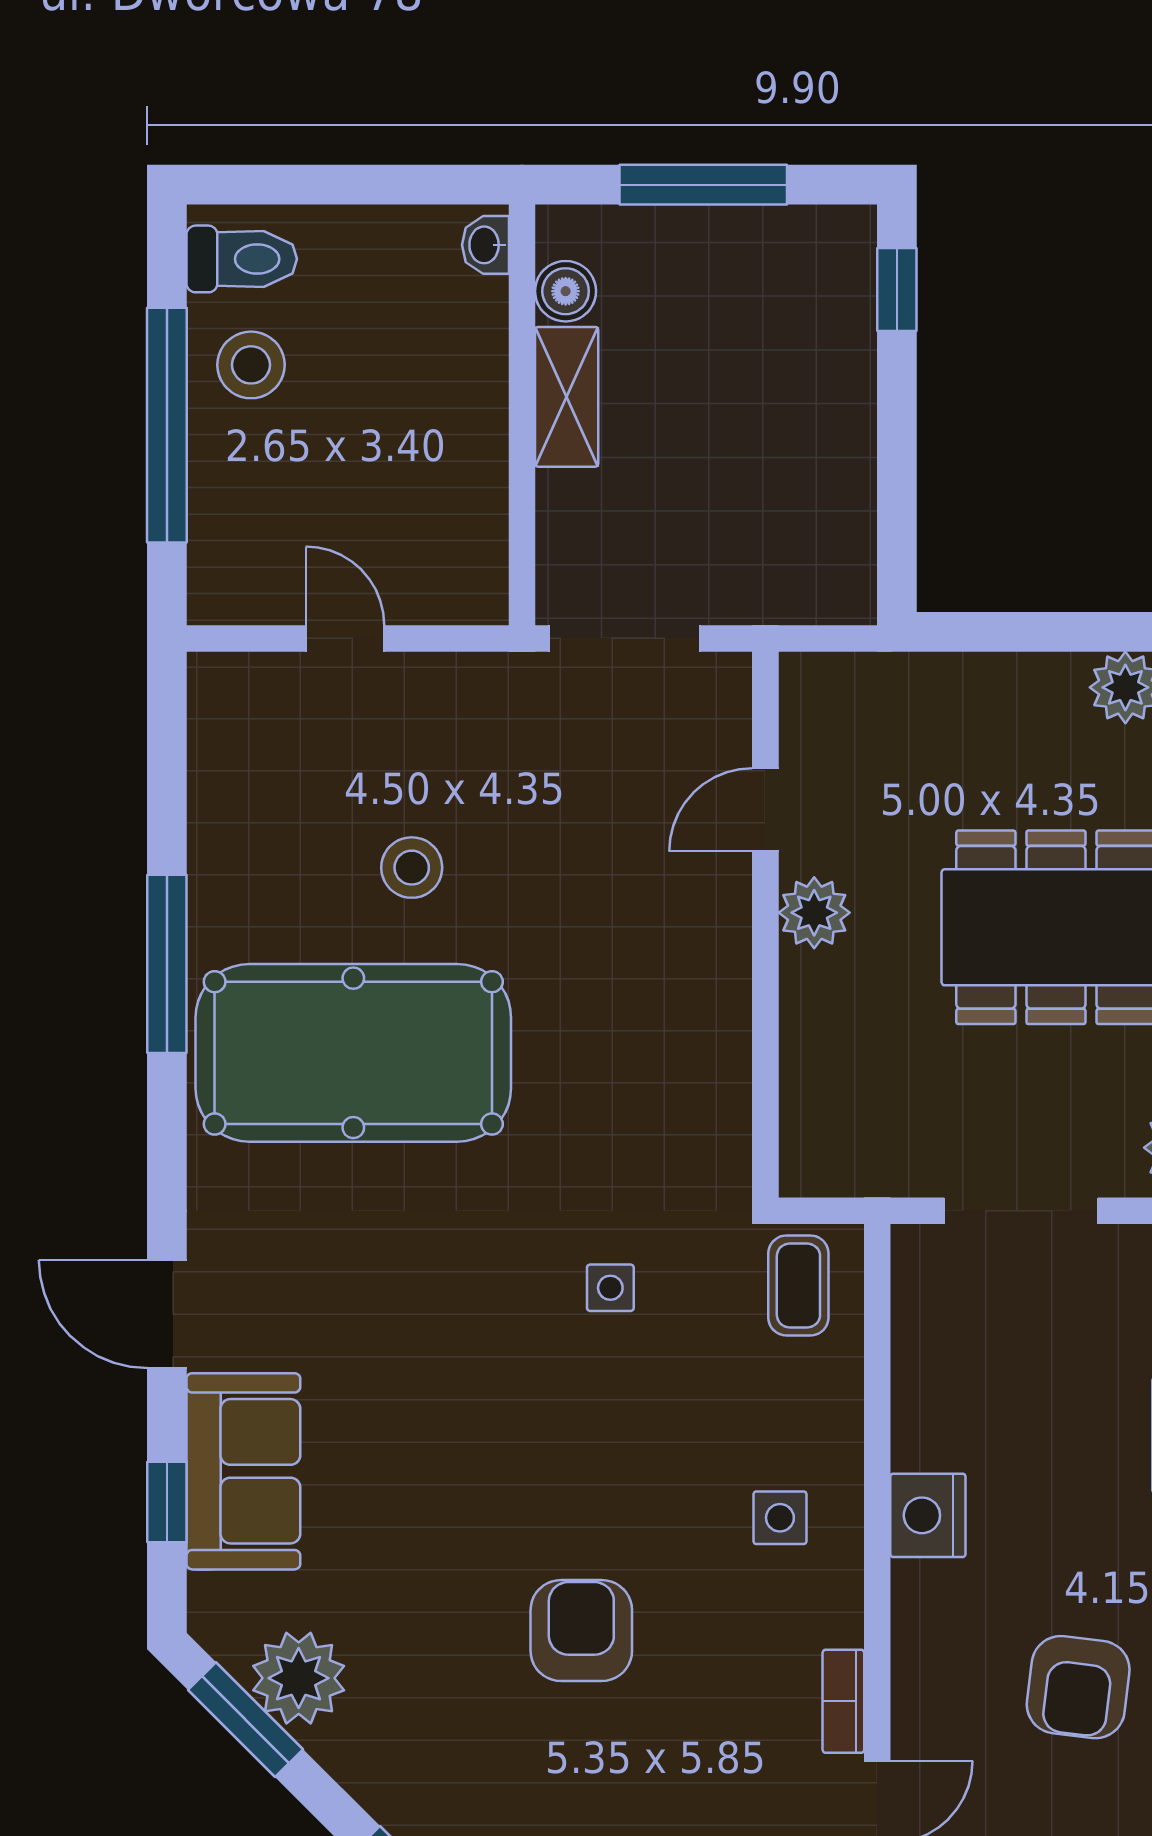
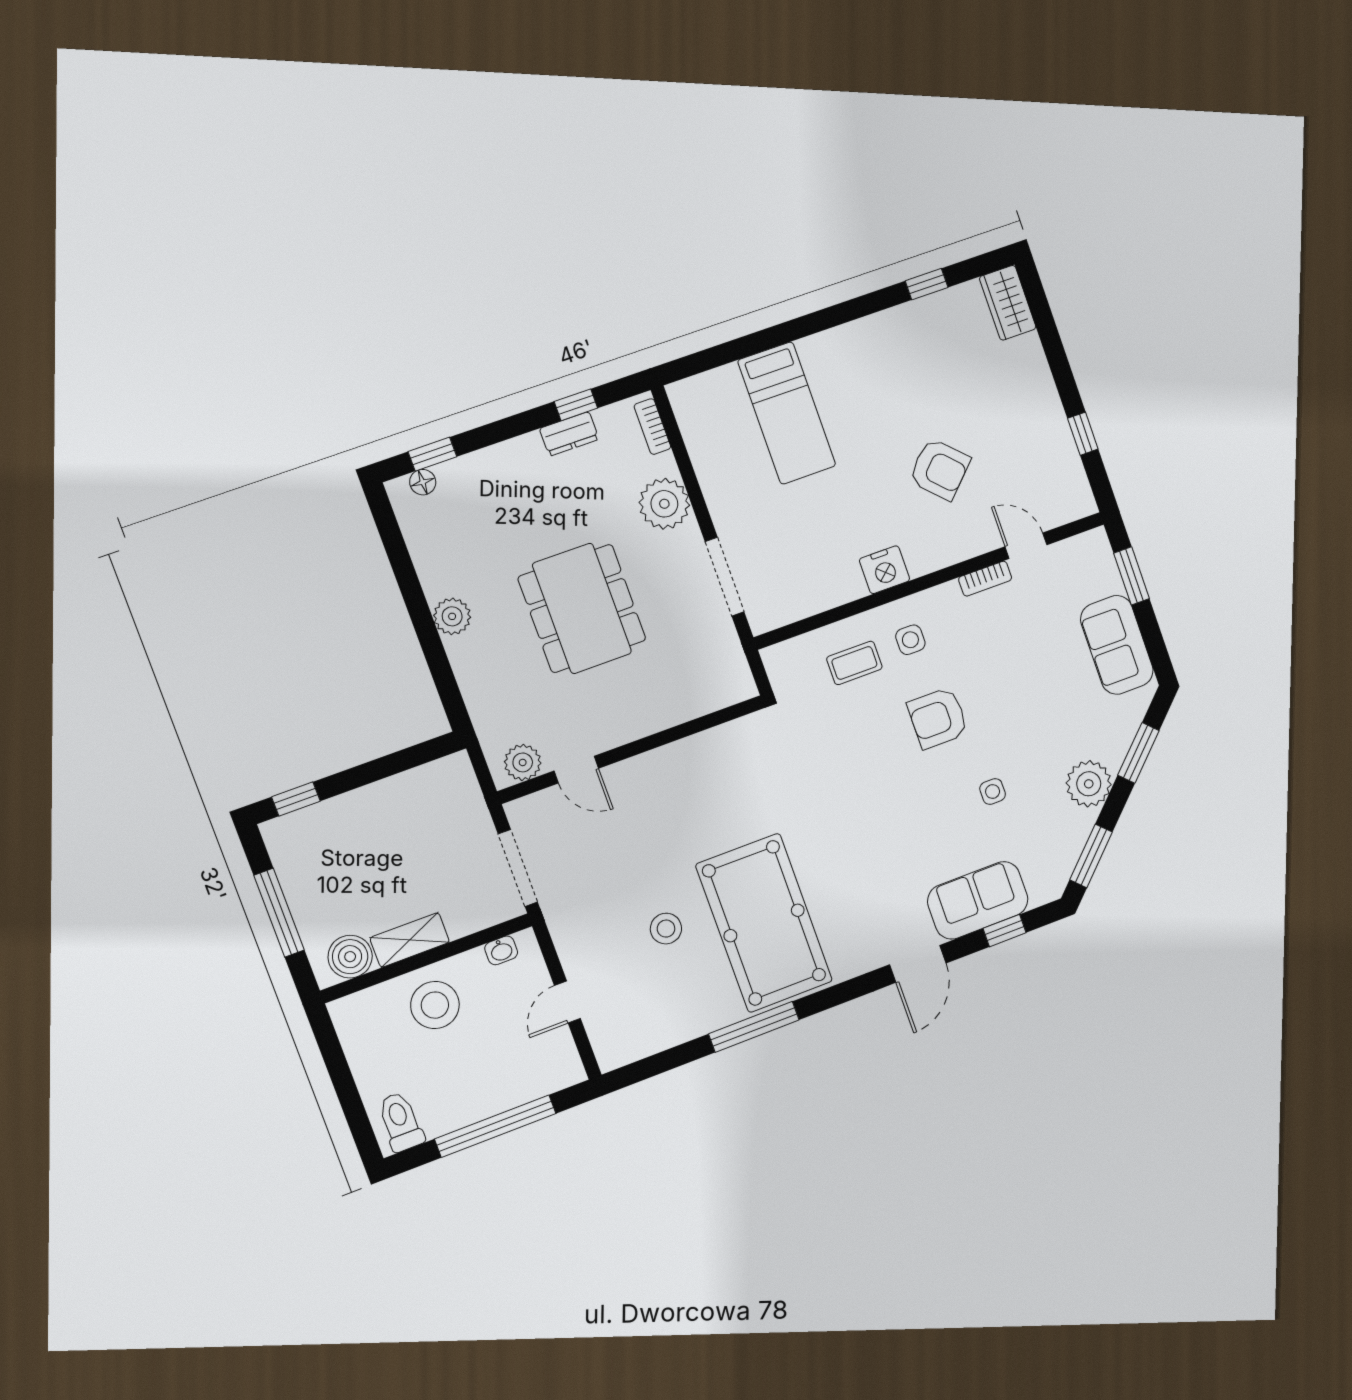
washbasin: (485, 245) -> (501, 950), moved
boiler: (566, 291) -> (350, 957), width x1.36, depth x1.36
stool: (251, 365) -> (435, 1005), moved, width x1.38, depth x1.38
plant: (814, 913) -> (523, 762), moved
coffee table: (798, 1285) -> (854, 663), moved
side table: (610, 1288) -> (993, 791), moved
armchair: (581, 1631) -> (938, 718), moved
plant: (299, 1678) -> (1089, 784), moved
armchair: (1078, 1687) -> (940, 469), turned 38

